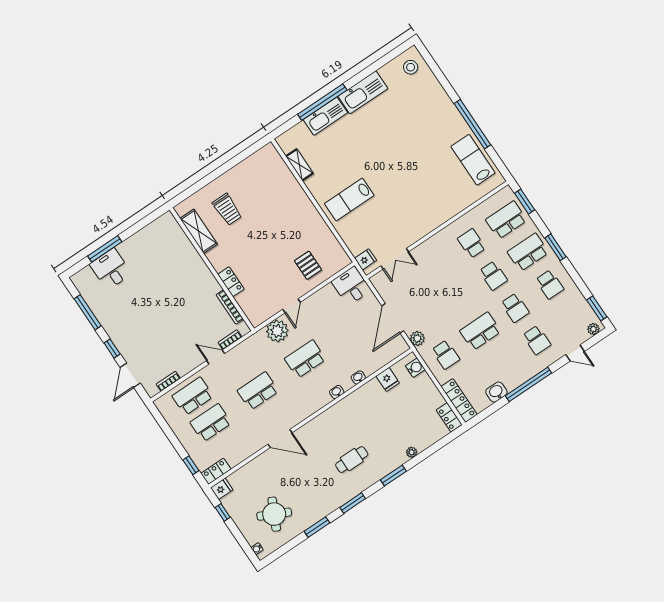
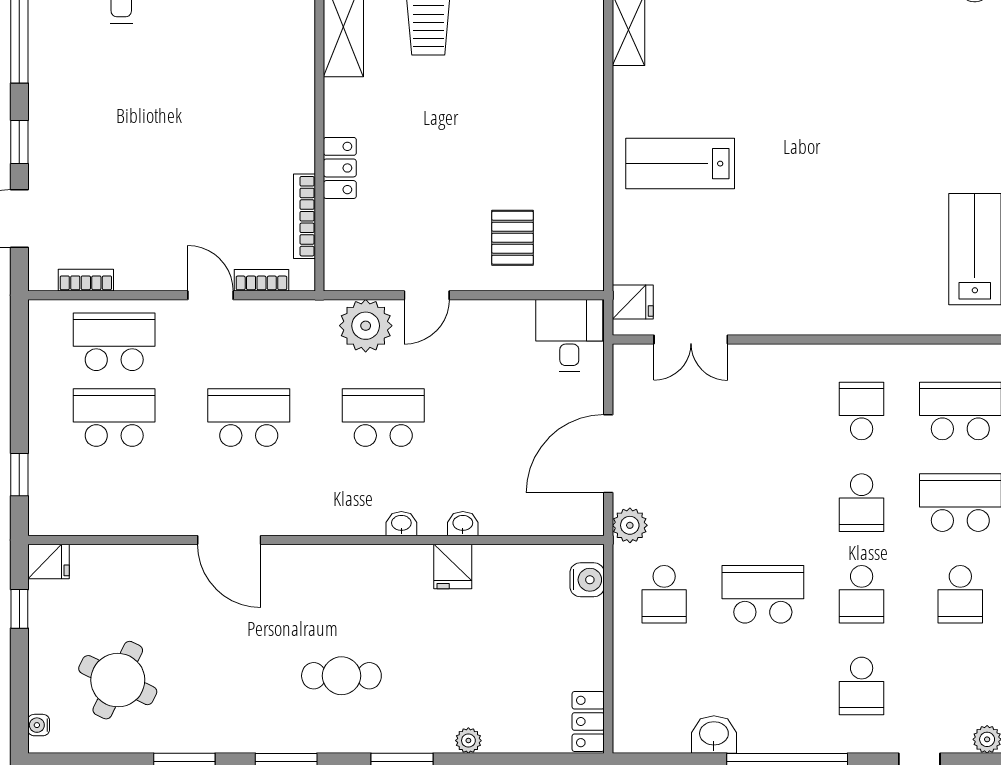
fridge: (388, 379) -> (453, 566), moved
locker: (459, 401) -> (629, 702), removed
locker: (216, 471) -> (60, 519), removed

